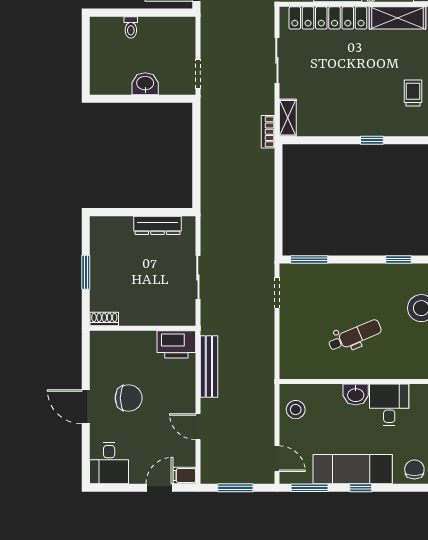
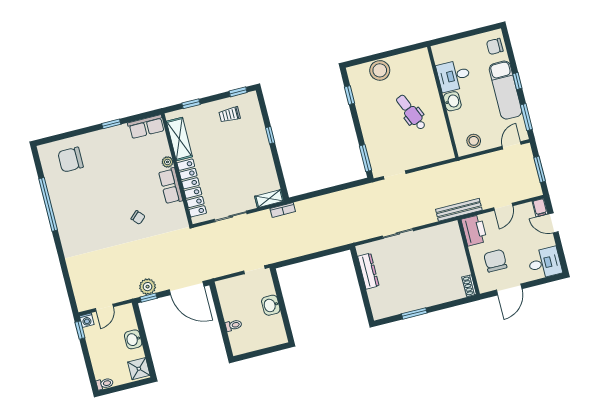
shoe rack: (104, 319) -> (469, 286), moved
wall: (143, 328) -> (469, 257), moved
printer: (176, 344) -> (474, 230), moved

